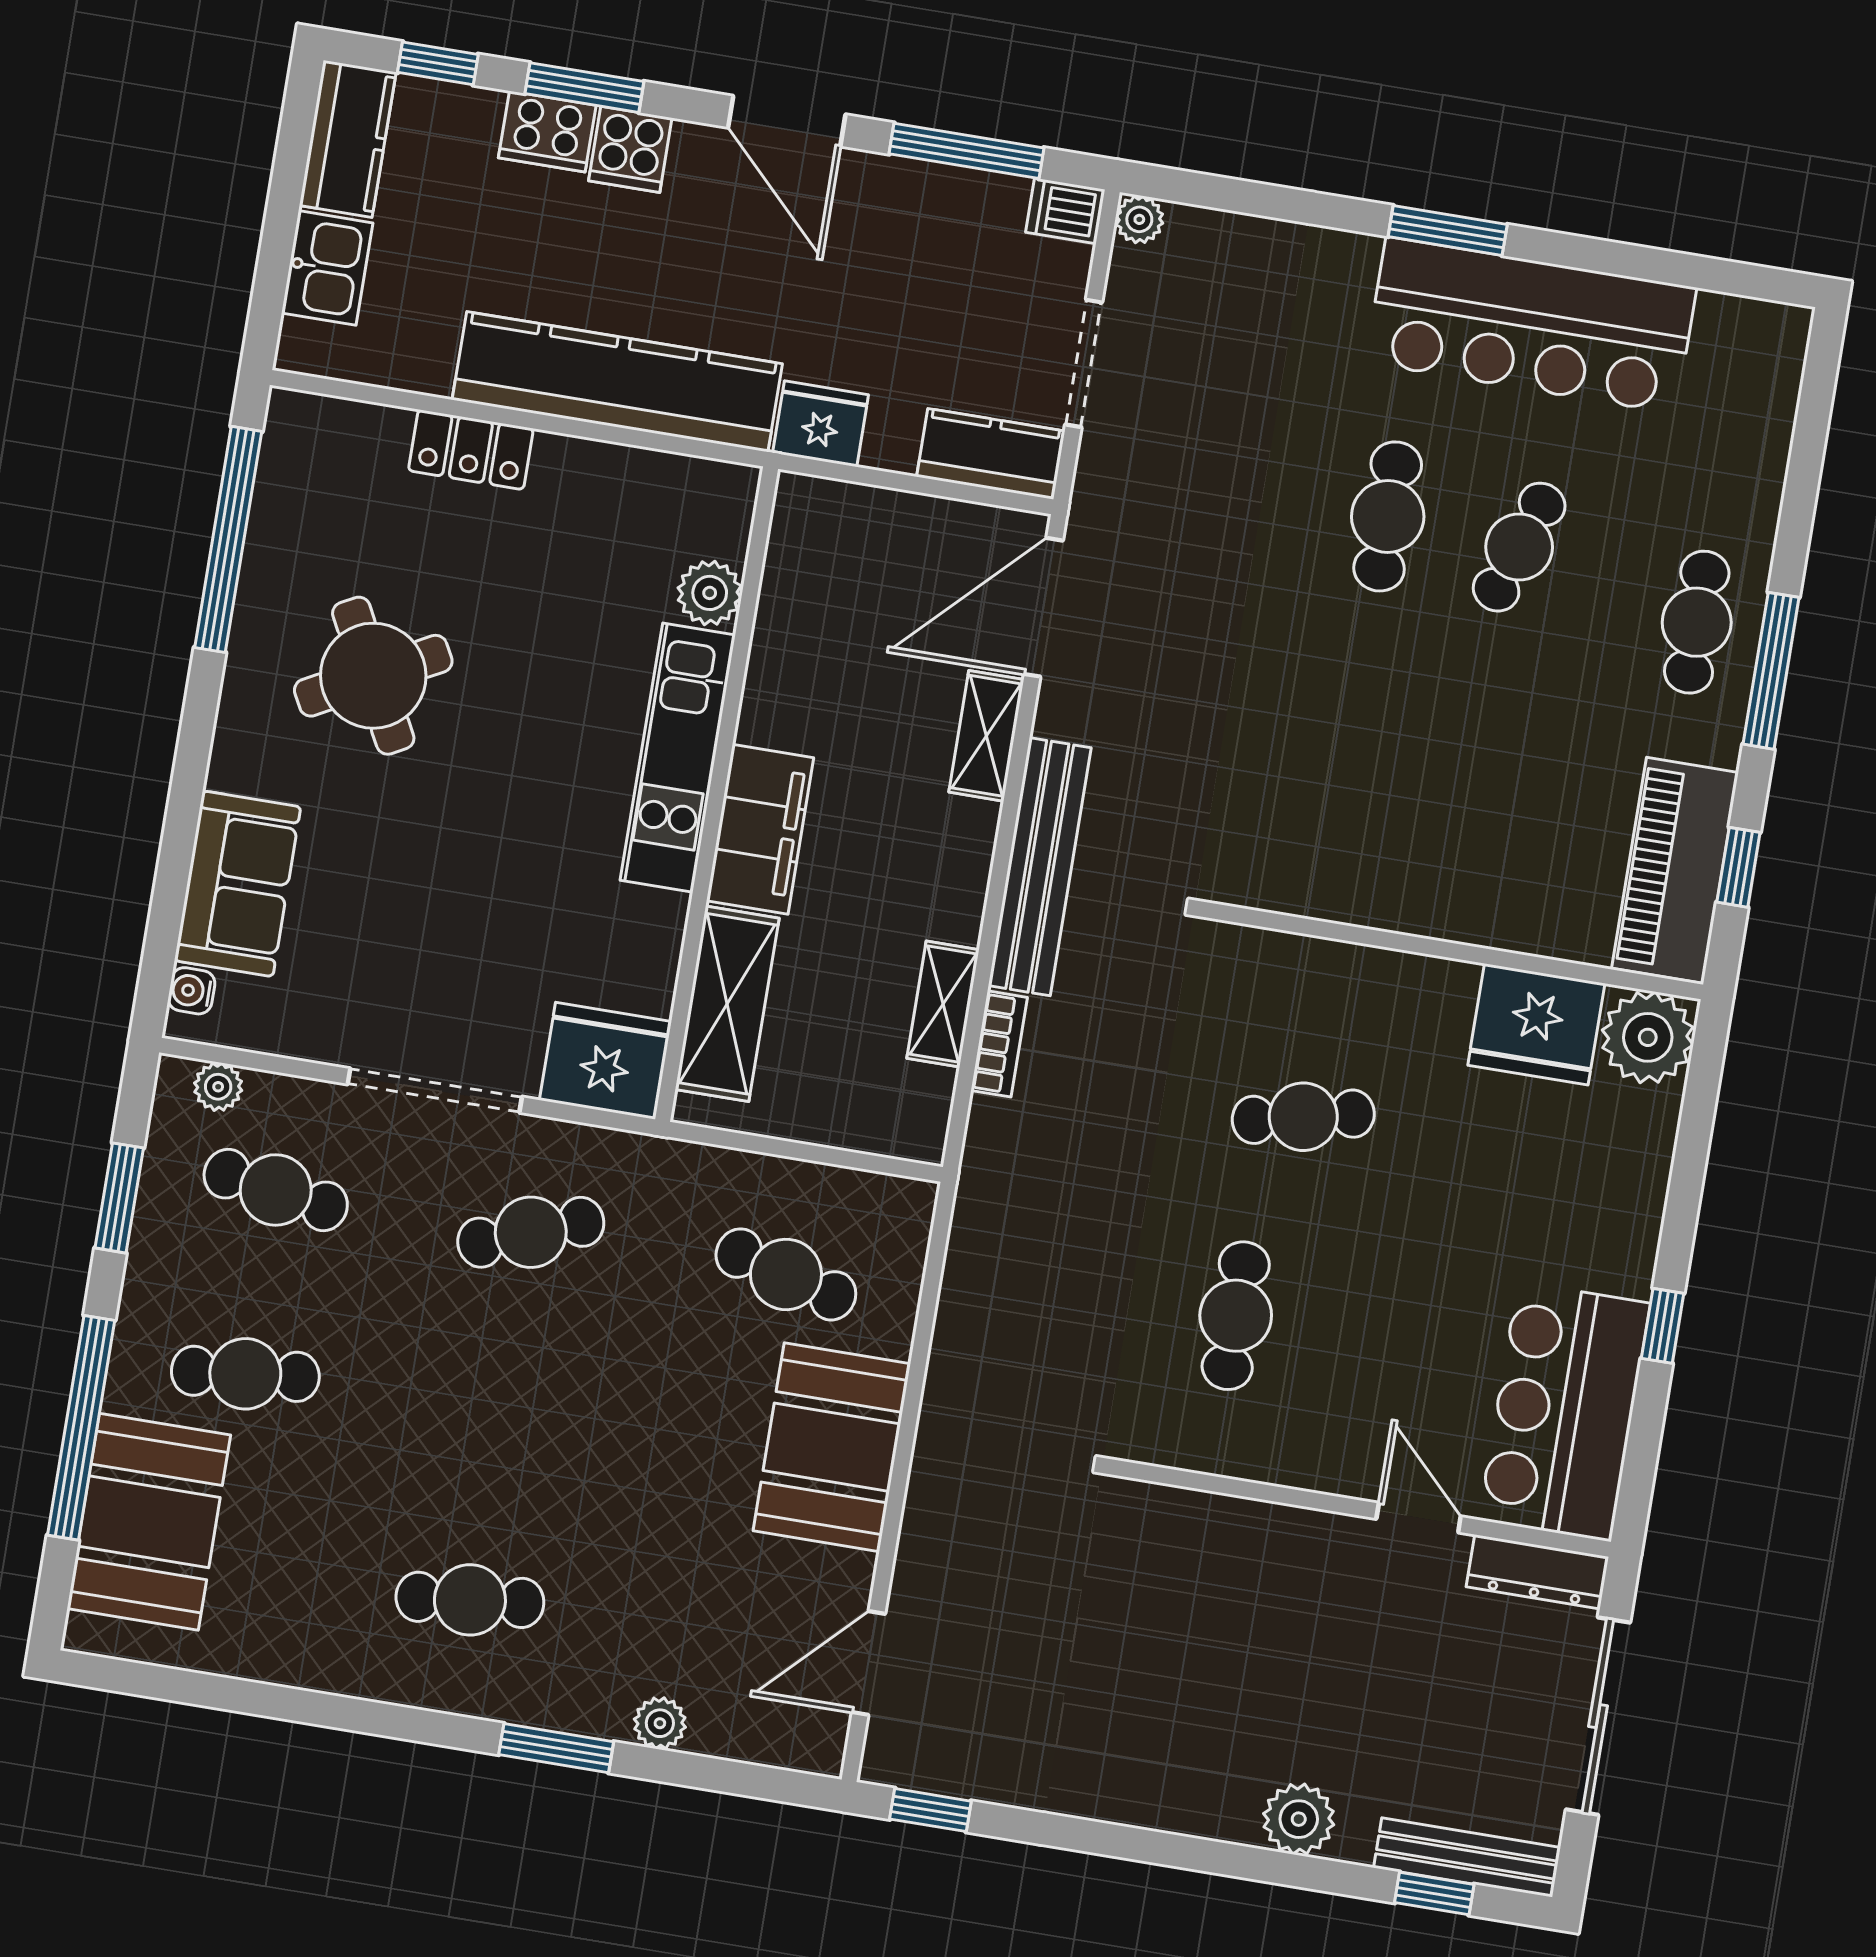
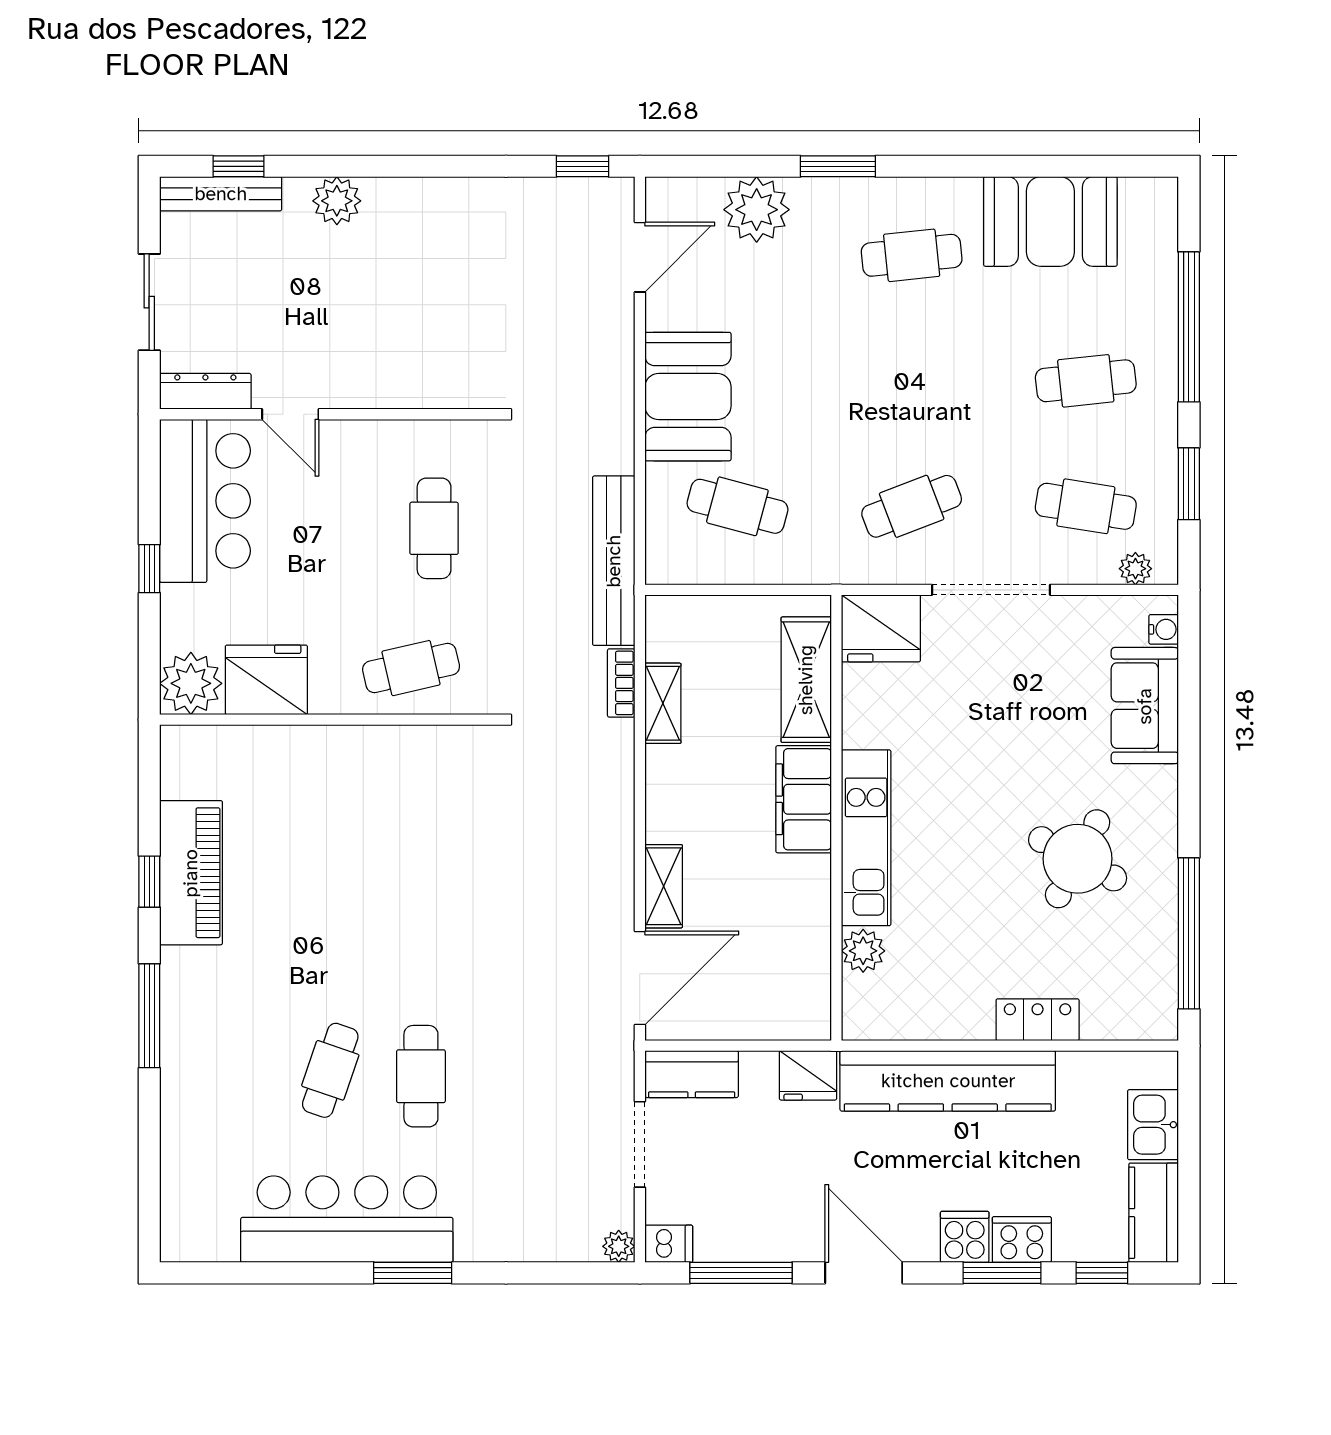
cafe table: (1697, 622) -> (204, 1040), removed
round table: (373, 676) -> (1078, 859), turned -34
bench: (1040, 867) -> (614, 561), moved
wall: (1452, 951) -> (330, 720), moved
fridge: (1536, 1024) -> (266, 680), moved
plant: (1648, 1037) -> (191, 683), moved
booth: (149, 1522) -> (1050, 221), moved, turned 90
sliding door: (1598, 1716) -> (149, 302), width x0.73
plant: (660, 1723) -> (757, 210), width x1.87, depth x1.87

